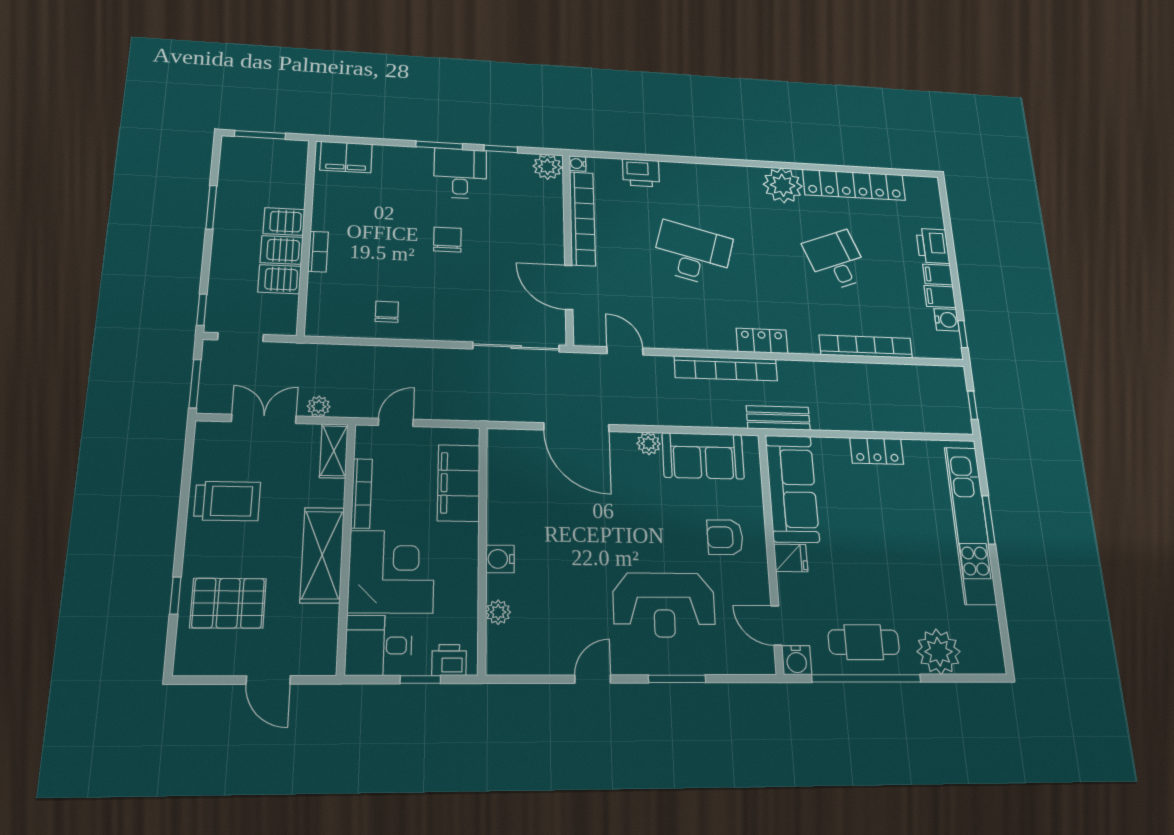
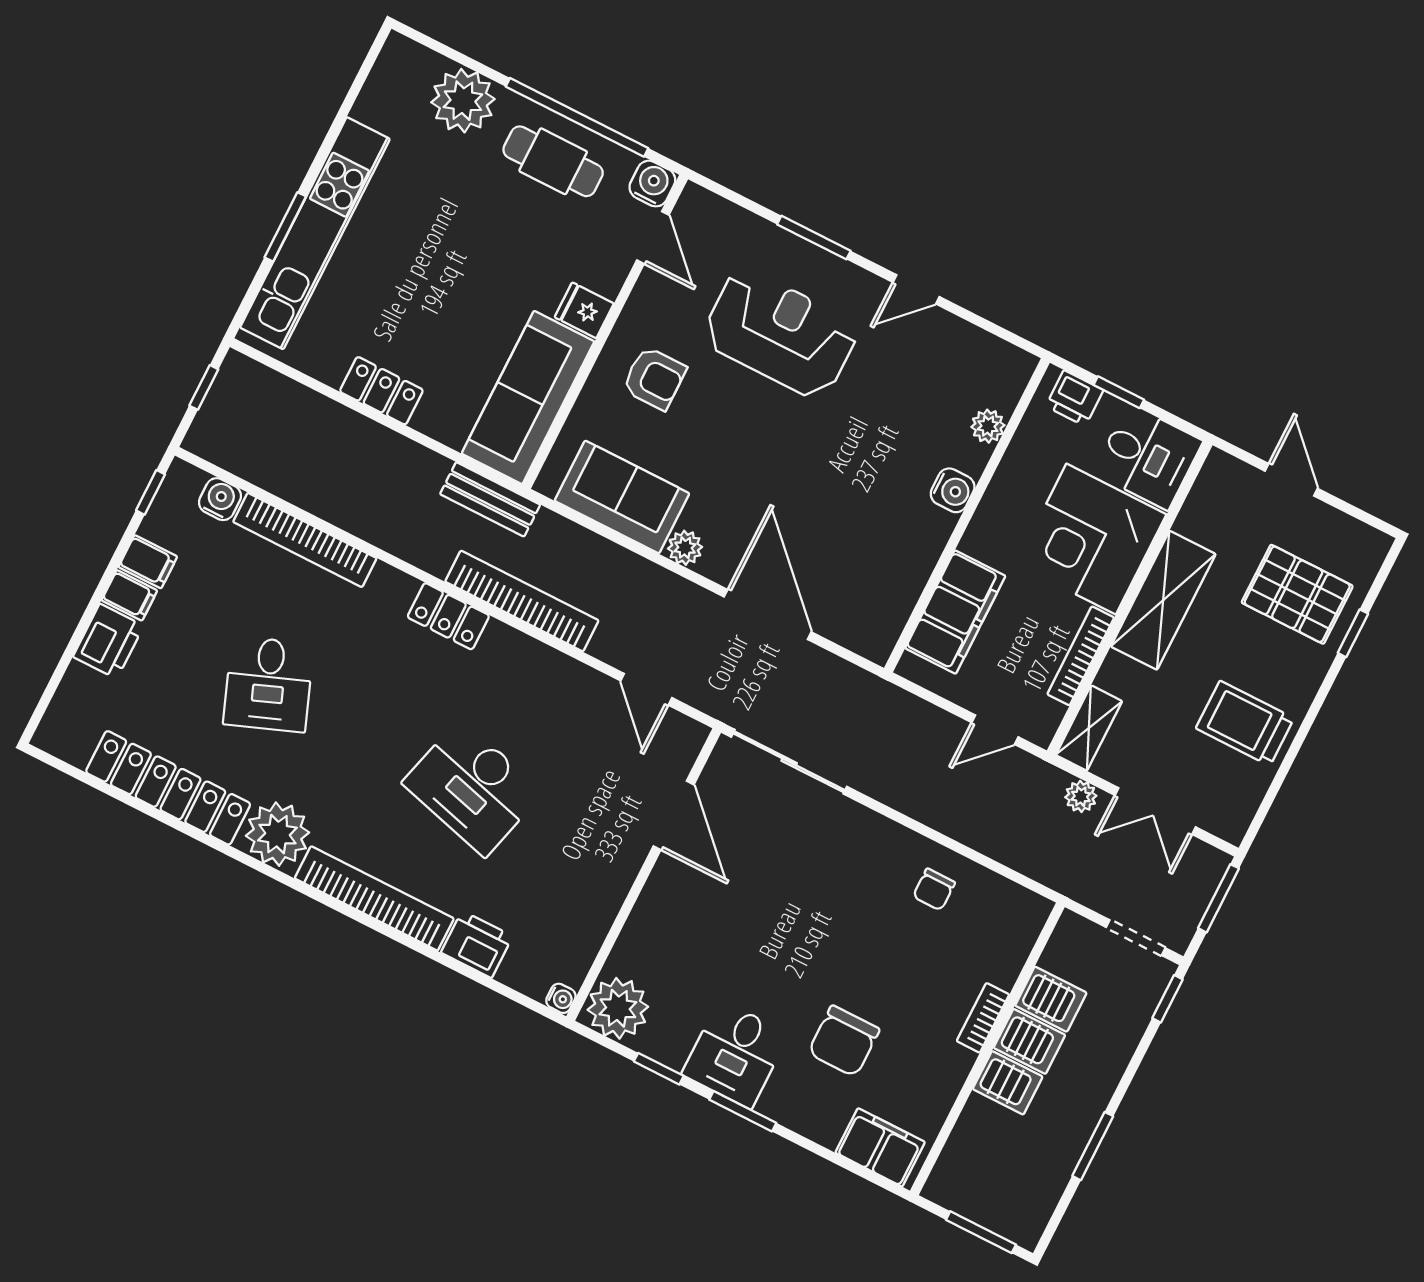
plant: (547, 167) -> (618, 1008), width x1.36, depth x1.36
bookcase: (582, 219) -> (374, 898), moved, turned 90
chair: (447, 240) -> (844, 1041), moved, width x1.37, depth x1.37
water cooler: (947, 320) -> (220, 499), moved, turned 90

